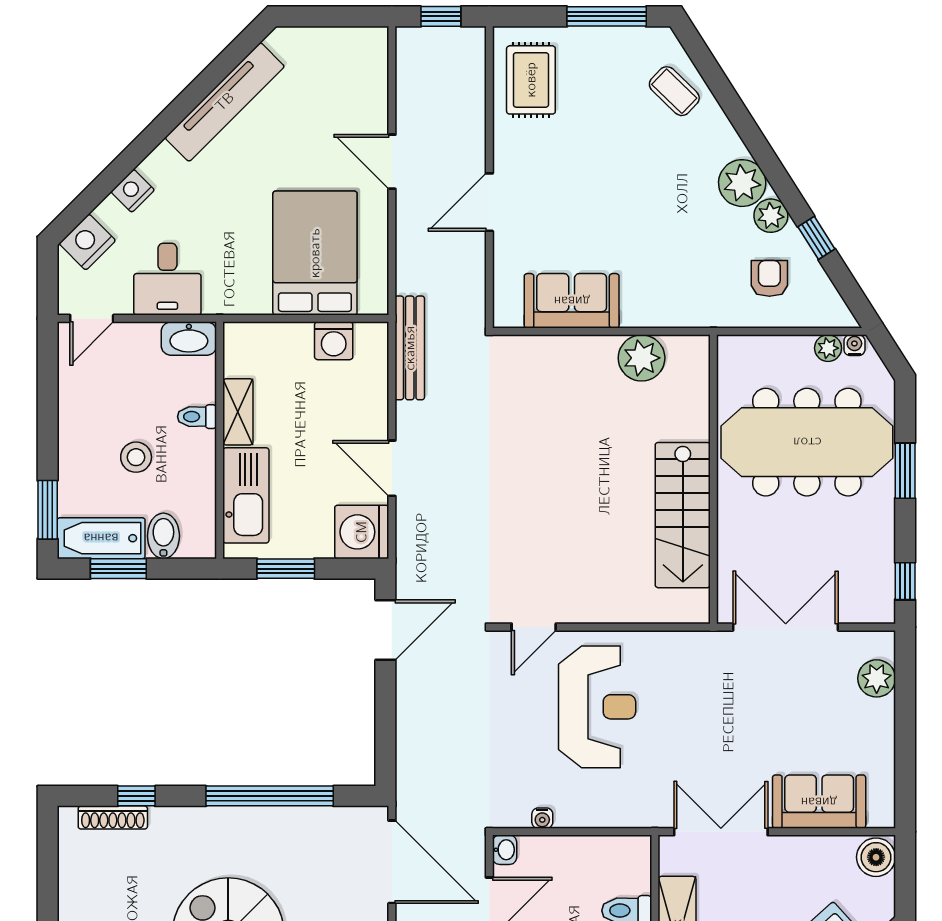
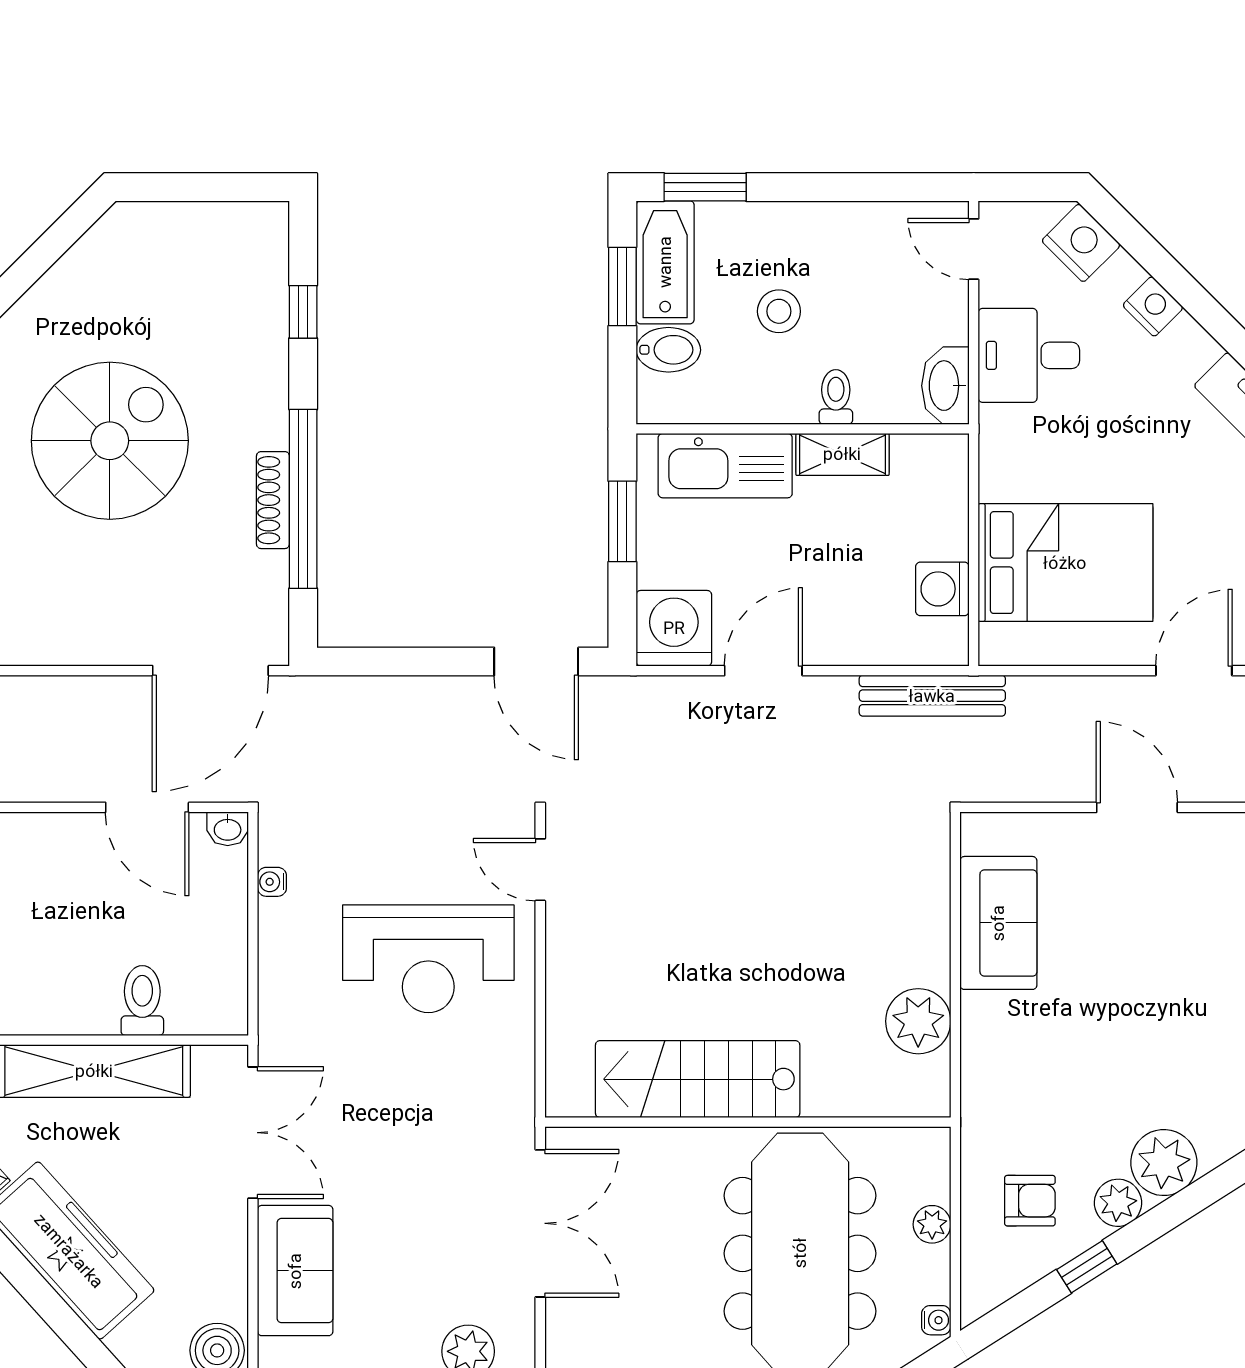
plant: (828, 348) -> (932, 1224), moved
shoe rack: (113, 817) -> (273, 500), moved

